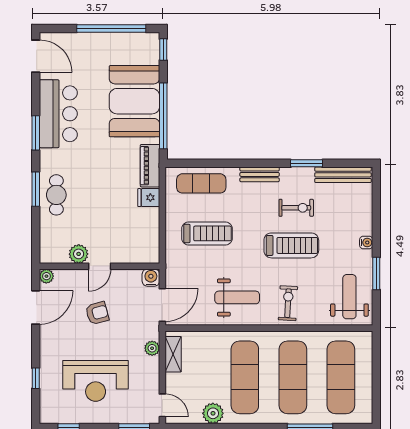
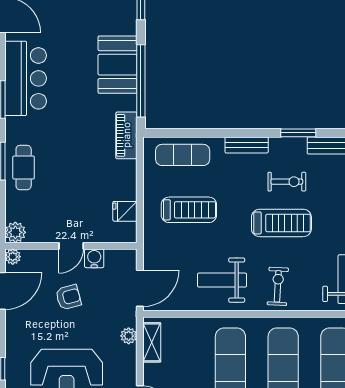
booth: (134, 101) -> (117, 65), width x0.73, depth x0.70
fridge: (149, 198) -> (125, 211), moved
plant: (79, 254) -> (15, 232), moved
water cooler: (151, 278) -> (94, 258), moved
weight bench: (237, 297) -> (222, 280), turned 180

